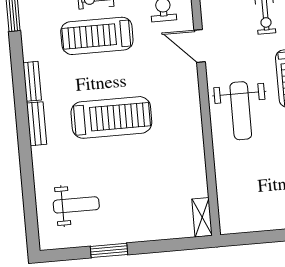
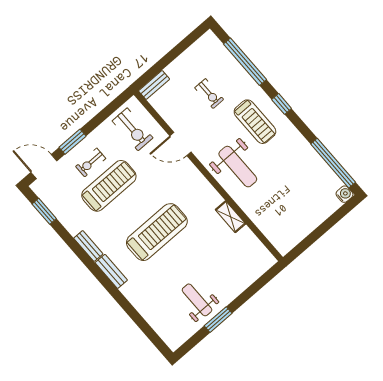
treadmill: (97, 36) -> (109, 186), turned 180
weight bench: (76, 205) -> (197, 300), moved, turned -90
shelving: (202, 217) -> (230, 217), moved

